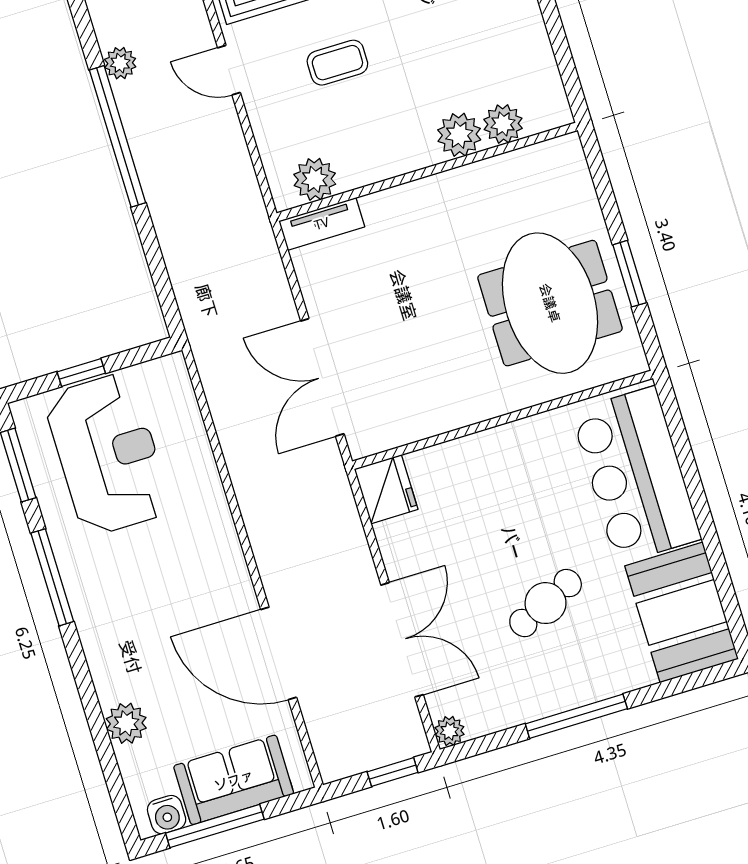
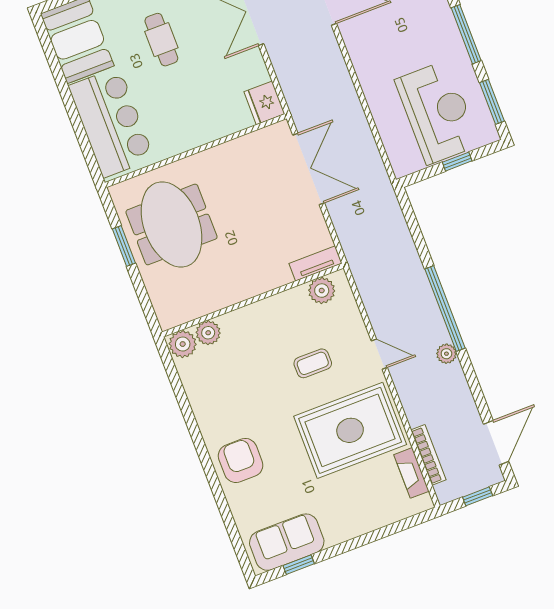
plant: (459, 135) -> (183, 344), moved
reception desk: (108, 454) -> (437, 112), turned 180
cafe table: (546, 603) -> (161, 40), turned -65

